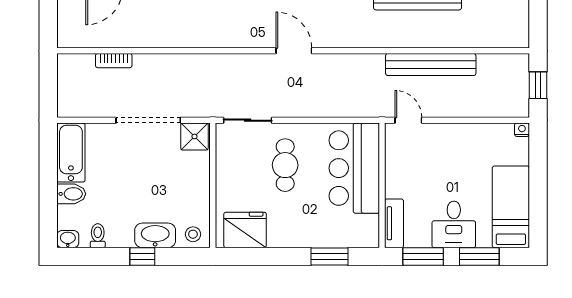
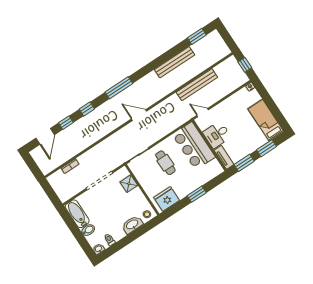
shower: (194, 136) -> (129, 184), moved
desk: (454, 224) -> (217, 135), moved, turned 90
window: (142, 256) -> (133, 236), removed
window: (330, 256) -> (197, 194), moved

